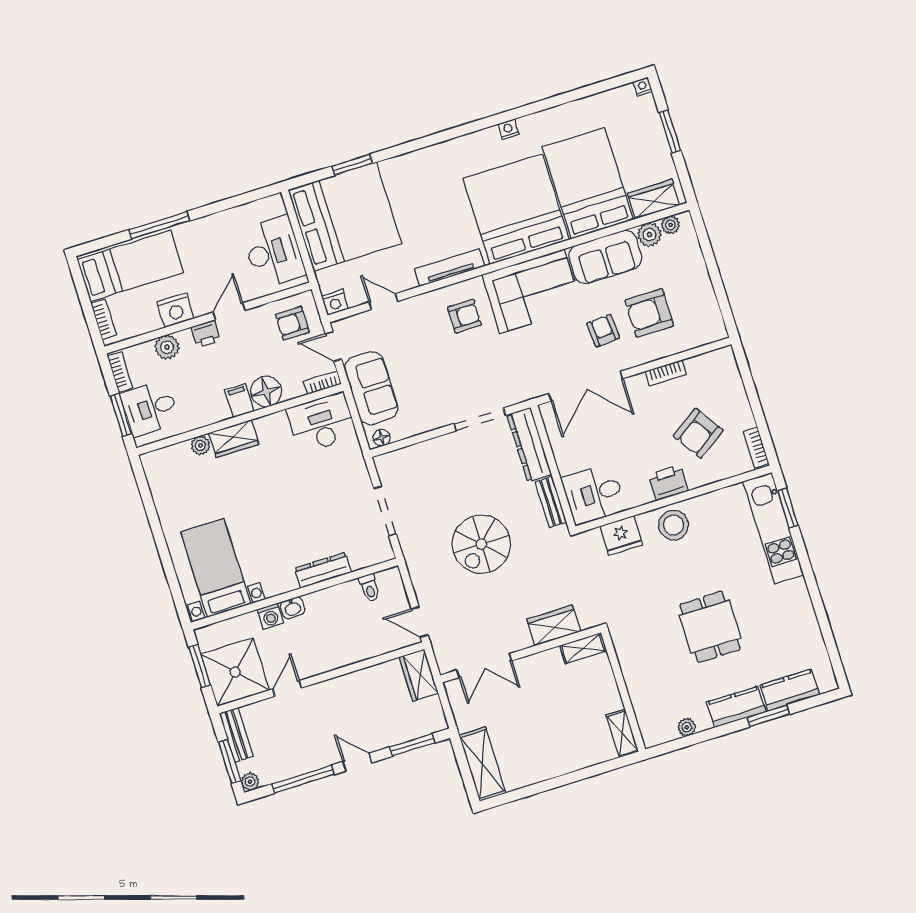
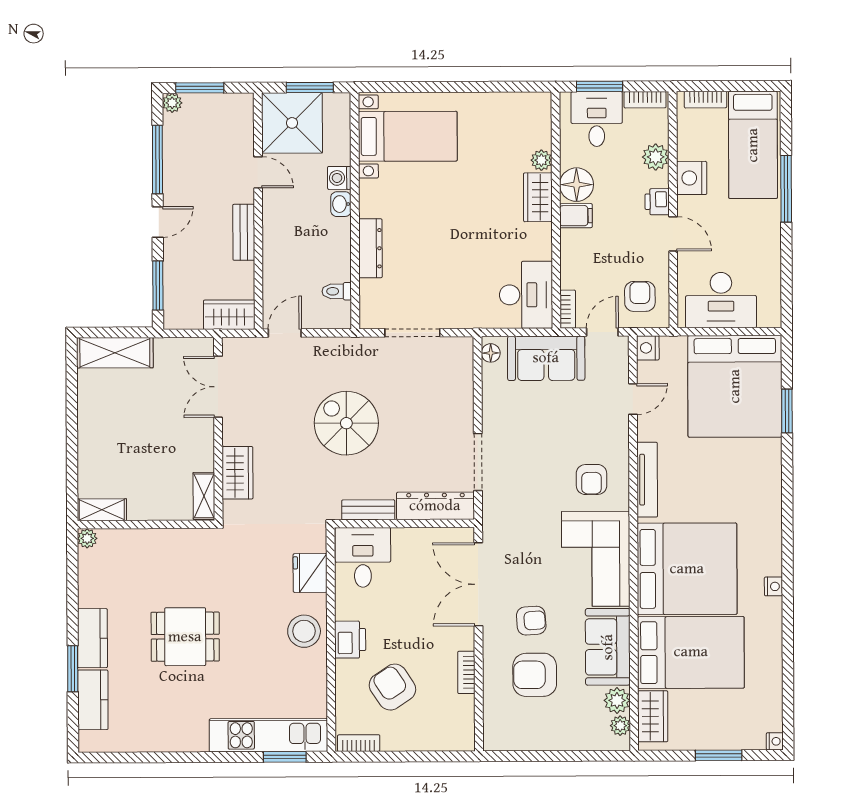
armchair: (649, 313) -> (535, 675), turned -90
floor lamp: (266, 392) -> (577, 185), moved
plant: (687, 727) -> (87, 538), moved
bench: (236, 735) -> (244, 232), moved, turned 90

